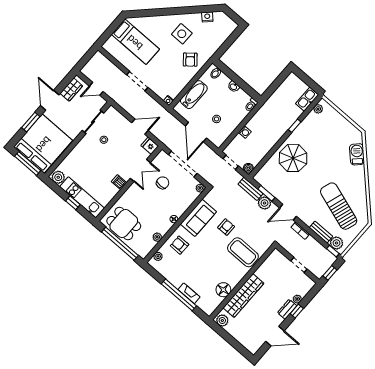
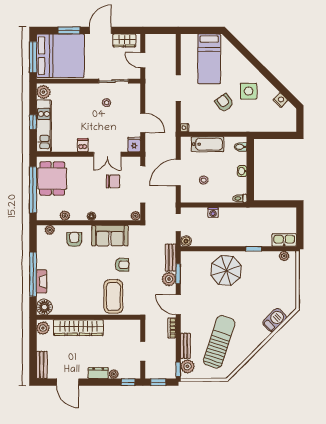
armchair: (190, 60) -> (224, 103), moved, turned 94
floor lamp: (223, 290) -> (44, 307), moved
window: (297, 311) -> (128, 382), moved
bench: (247, 344) -> (42, 365), added

